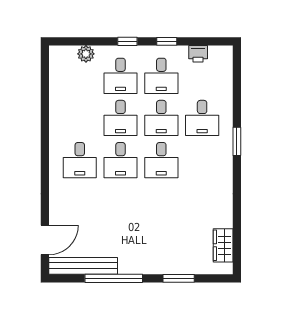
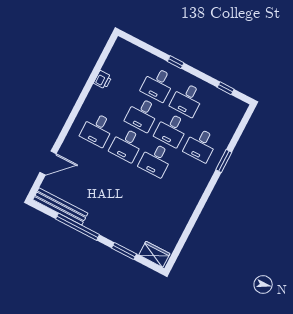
window: (167, 41) -> (226, 88), moved
plant: (86, 54) -> (141, 56), removed
printer: (198, 54) -> (103, 80), moved, turned -90
window: (237, 141) -> (224, 161), moved
door: (45, 240) -> (48, 163), moved
wardrobe: (223, 245) -> (154, 254), moved, turned 90

